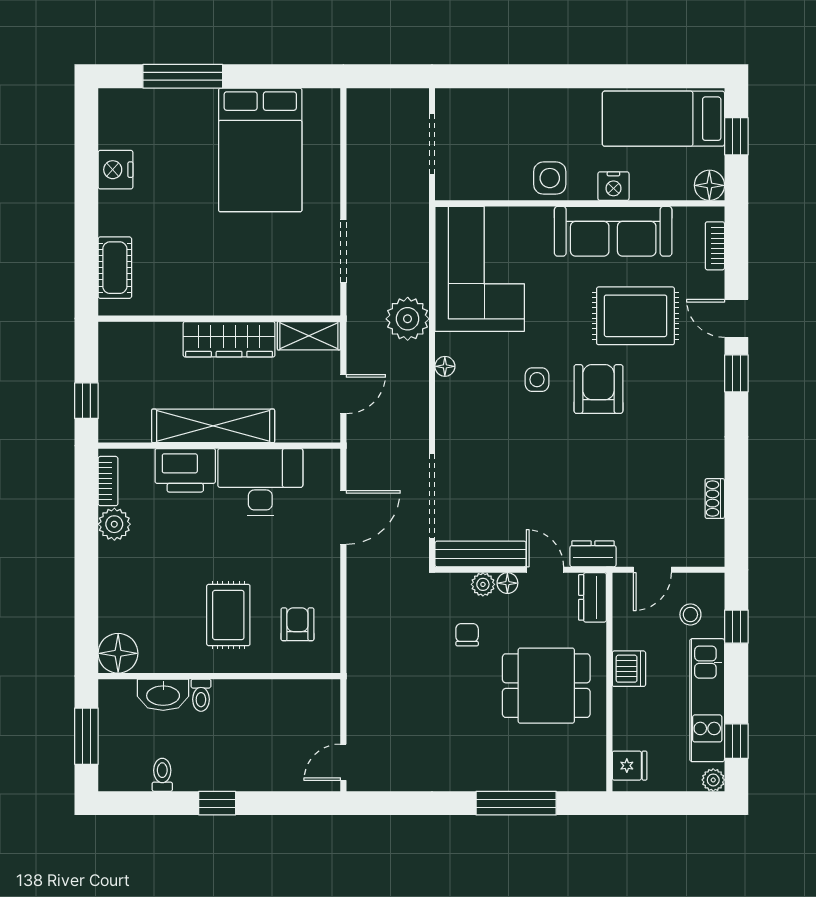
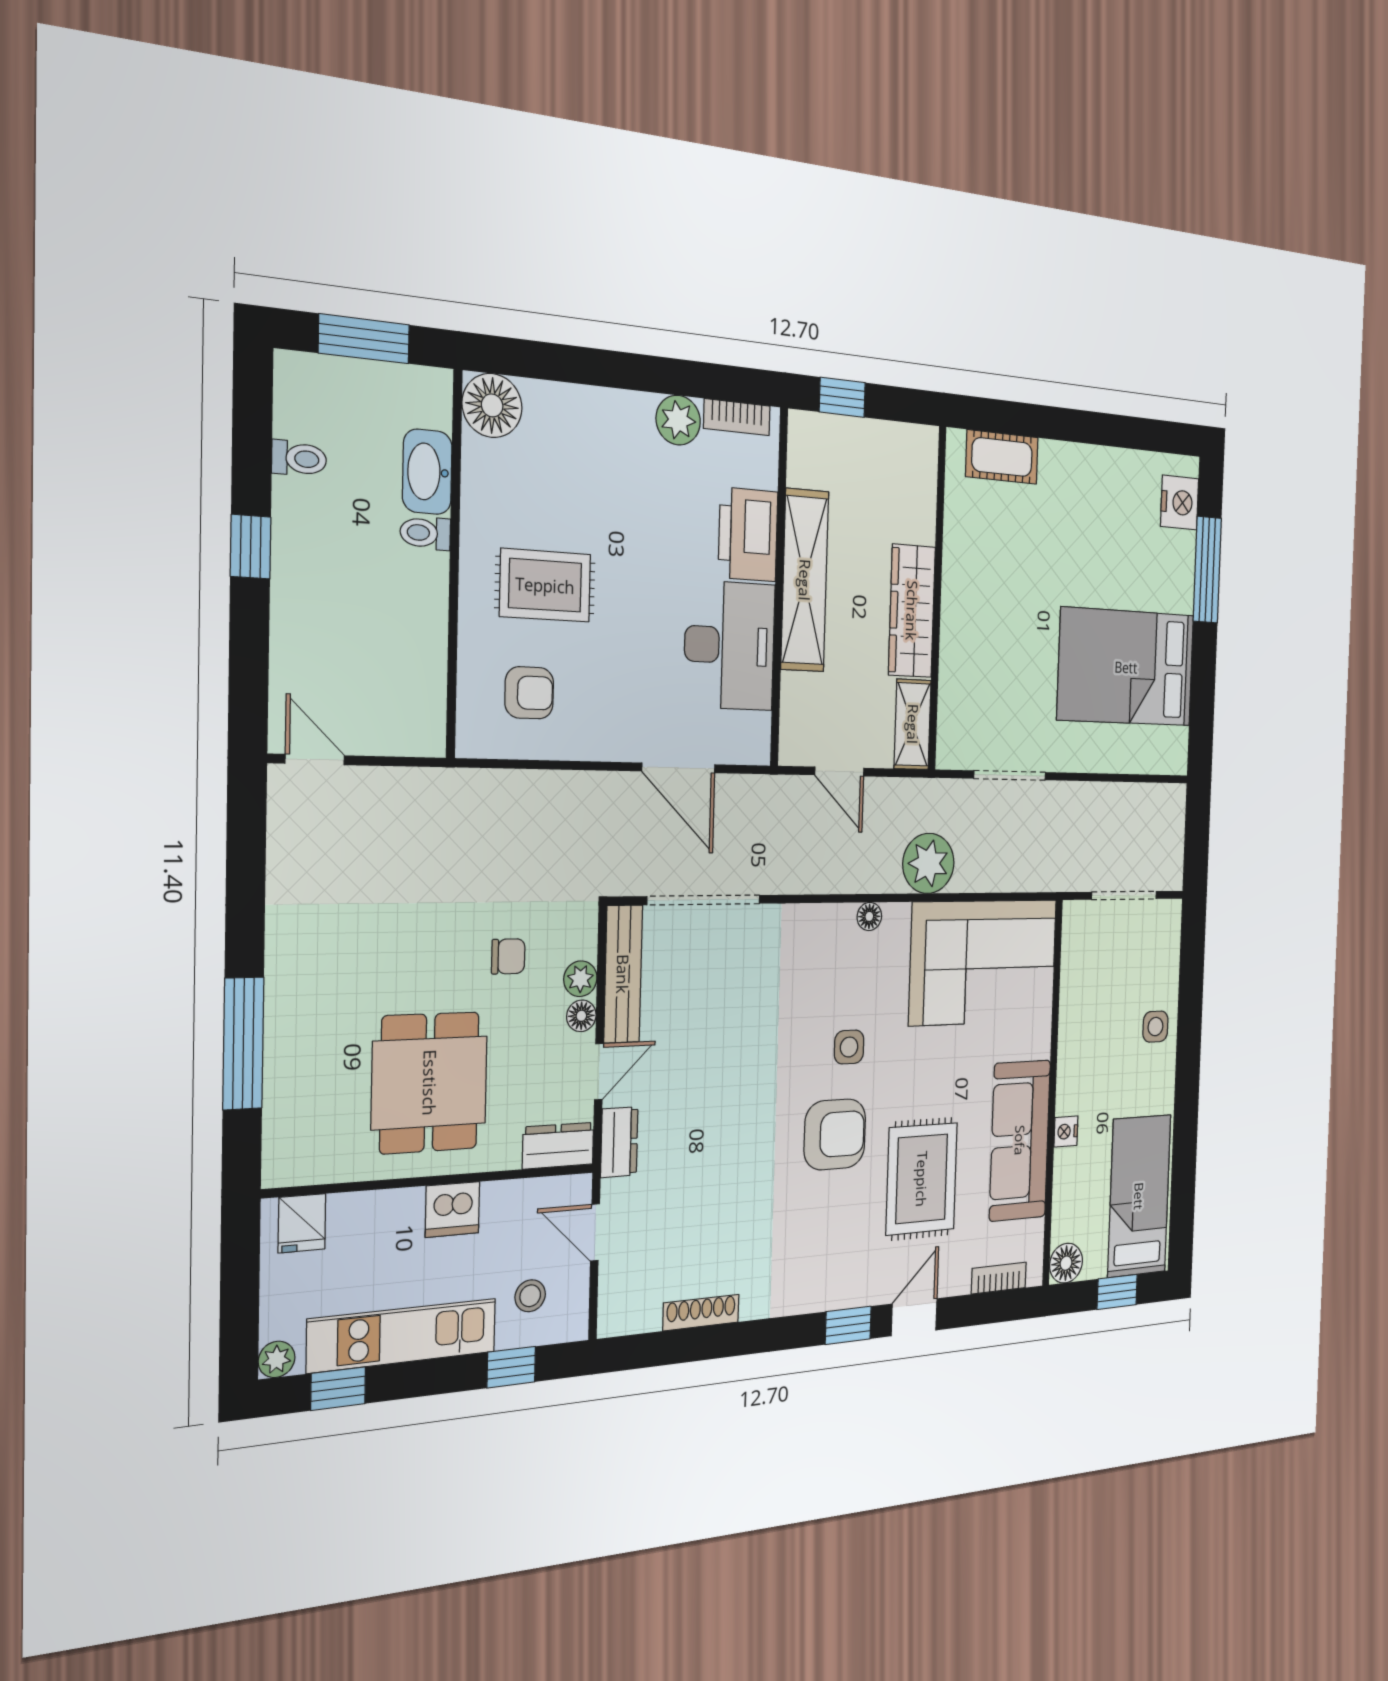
nightstand: (115, 170) -> (1180, 503), moved, turned 90
side table: (550, 178) -> (1155, 1027), moved, width x0.73, depth x0.73
nightstand: (613, 186) -> (1066, 1132), width x0.72, depth x0.74
shoe rack: (715, 499) -> (701, 1313), width x1.43

